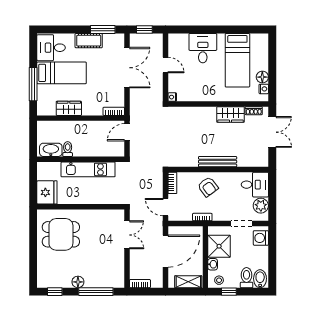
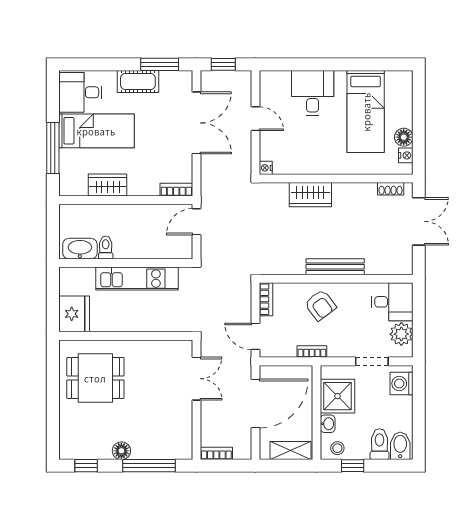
wardrobe: (230, 115) -> (310, 195), moved

